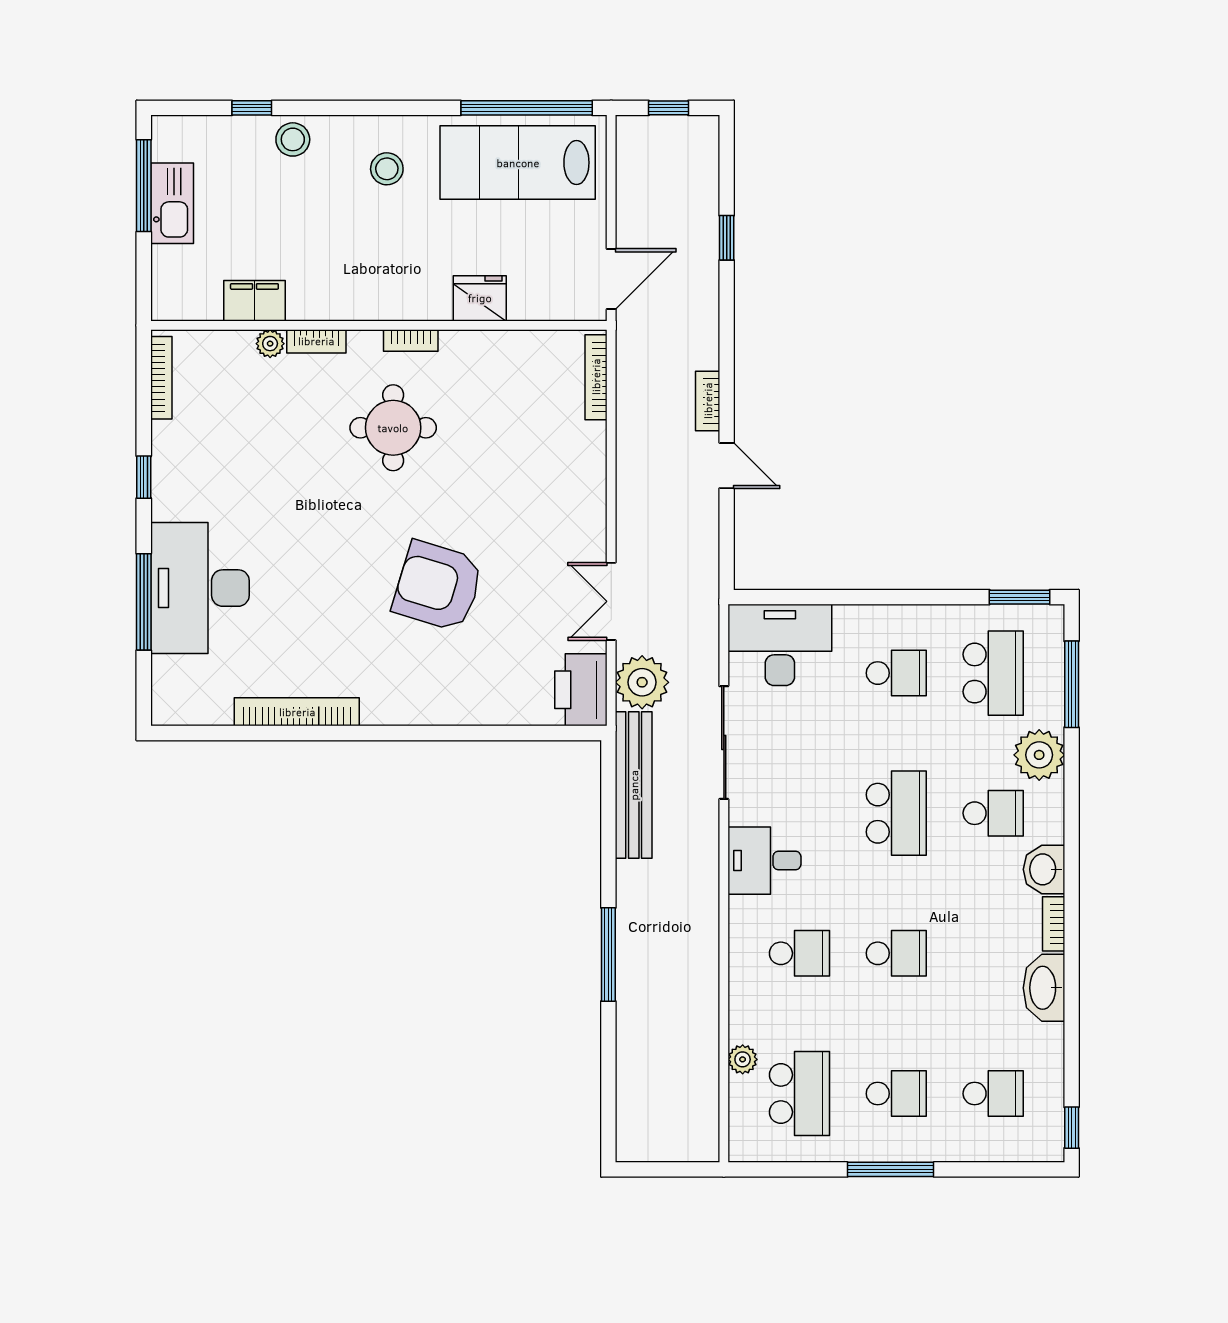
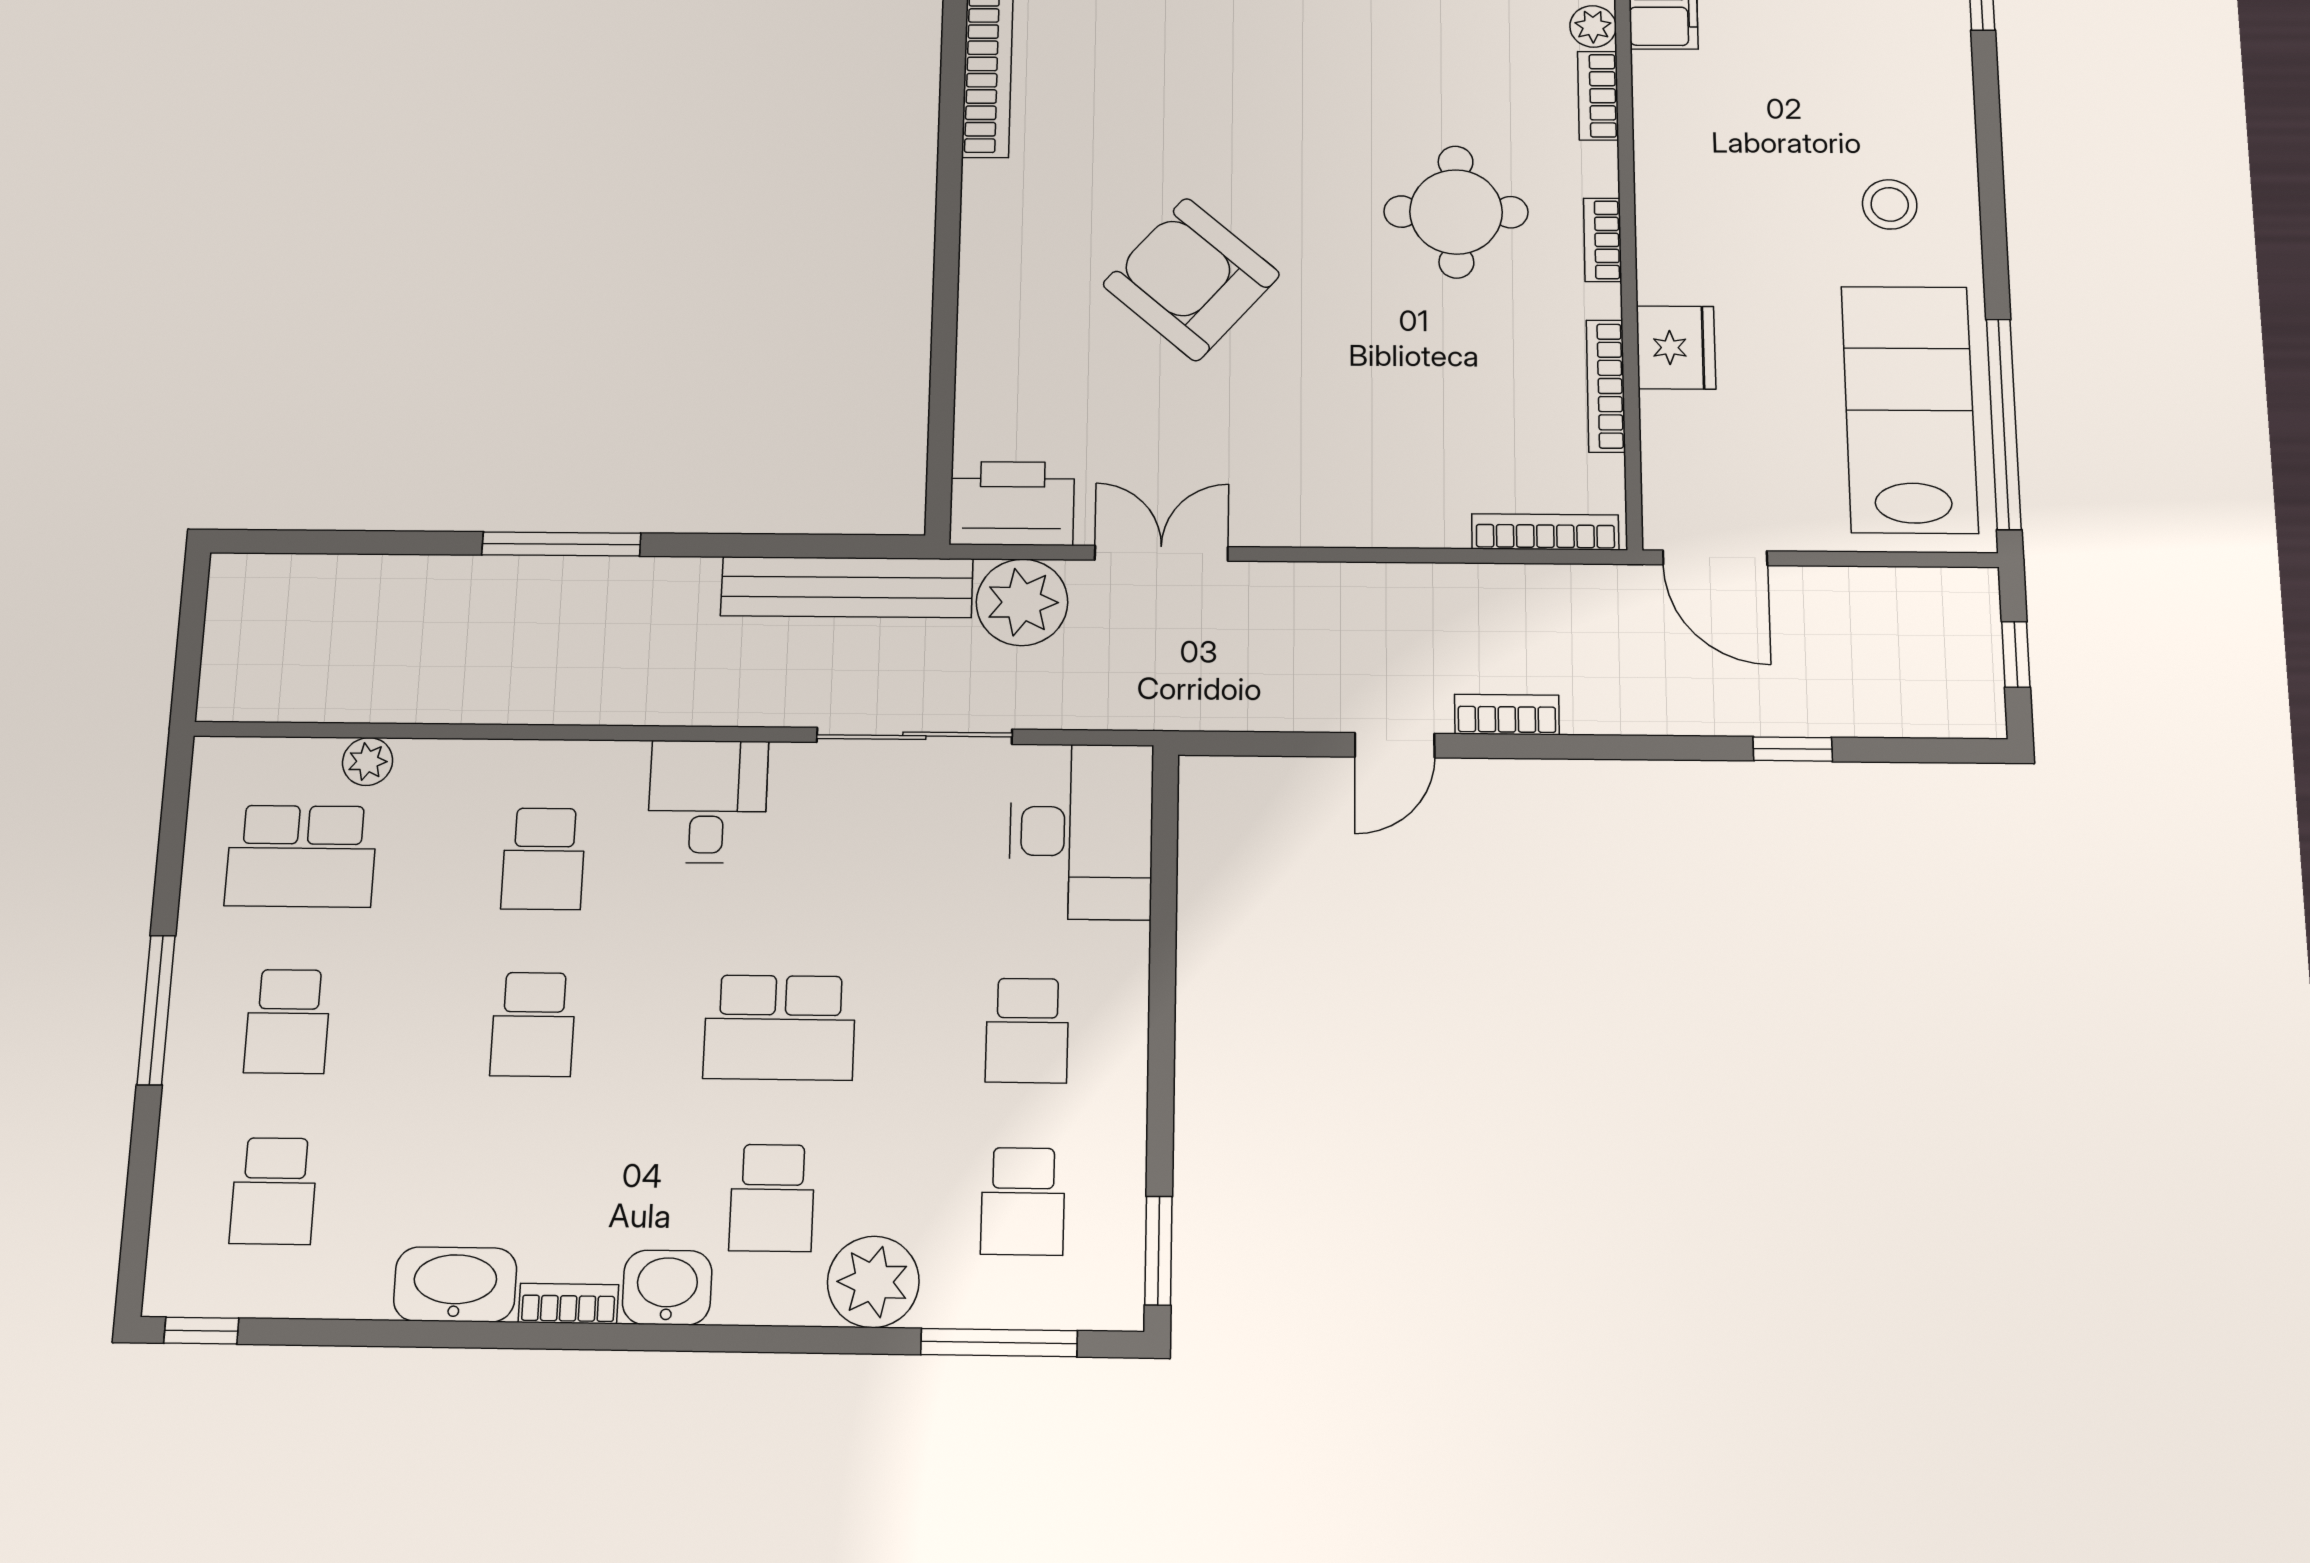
stool: (293, 139) -> (1932, 62), removed
bookcase: (504, 340) -> (1606, 386), added
armchair: (438, 586) -> (1191, 279), turned -66
school desk: (993, 673) -> (1023, 1201), width x0.54

